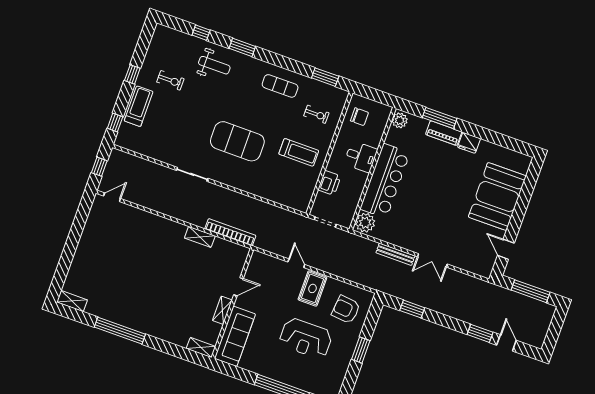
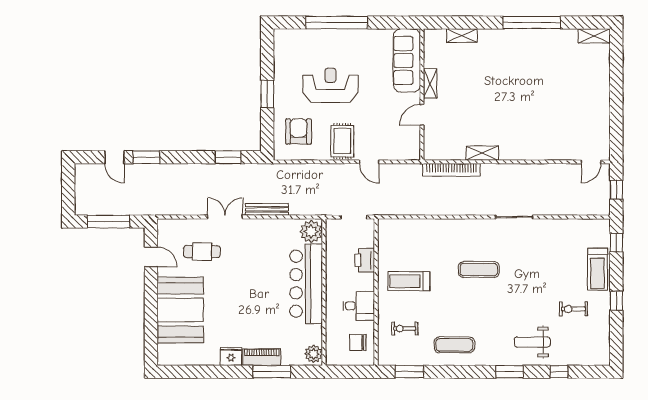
exercise mat: (237, 141) -> (479, 270), width x0.50, depth x0.69
desk: (361, 157) -> (359, 306), moved, turned 180
cafe table: (462, 238) -> (202, 252), added
armchair: (346, 310) -> (299, 131), turned -96
shelving: (201, 347) -> (462, 36), moved

